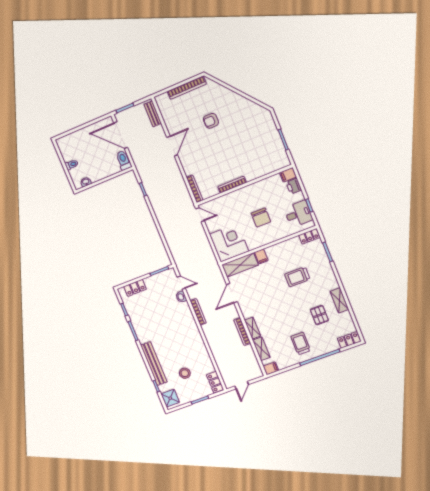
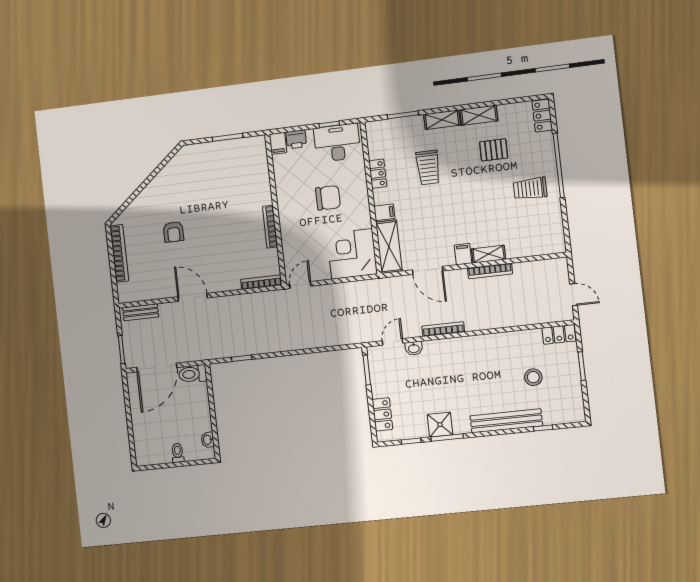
desk: (298, 214) -> (337, 143), width x1.37
locker: (309, 236) -> (378, 174), moved
shelving: (261, 349) -> (442, 120), moved
filing cabinet: (271, 368) -> (463, 254), moved
shower: (170, 398) -> (440, 425), moved

